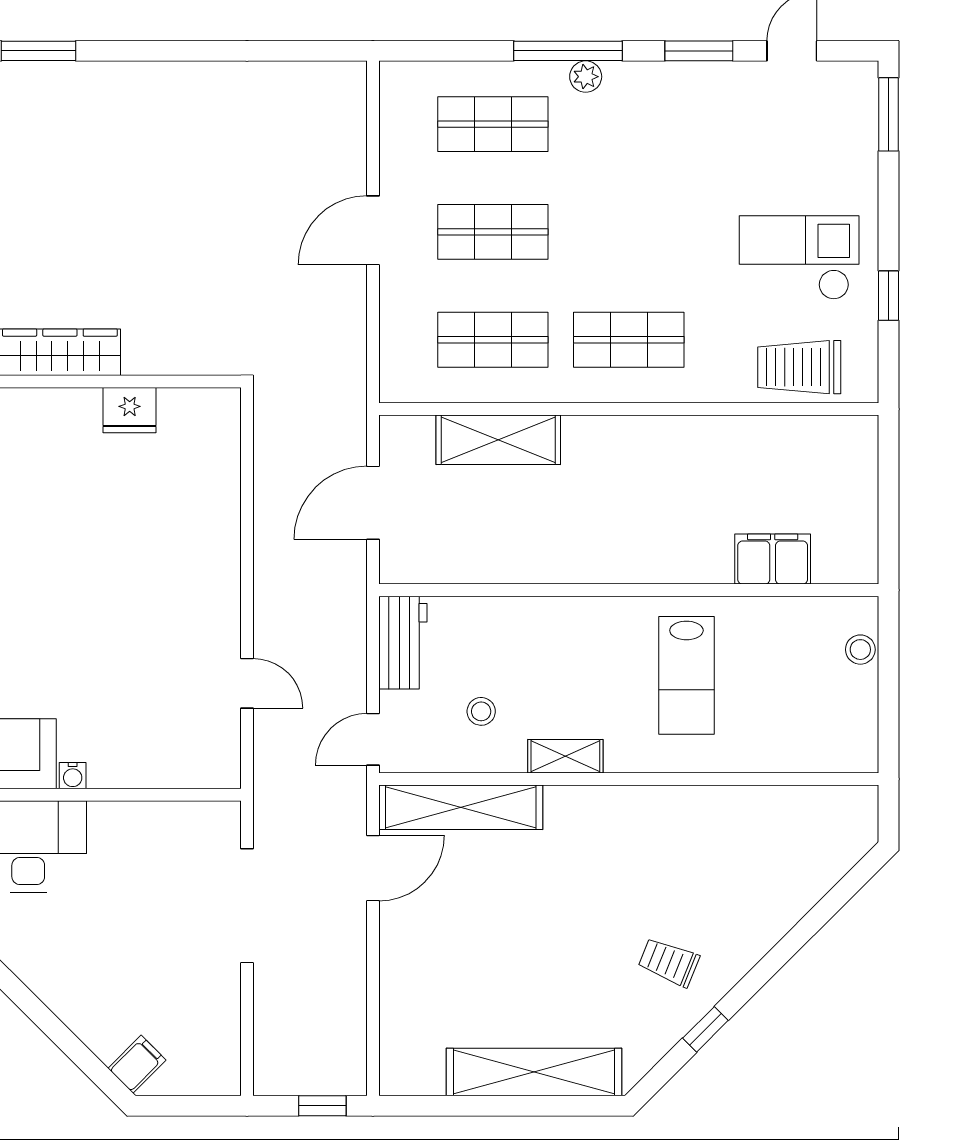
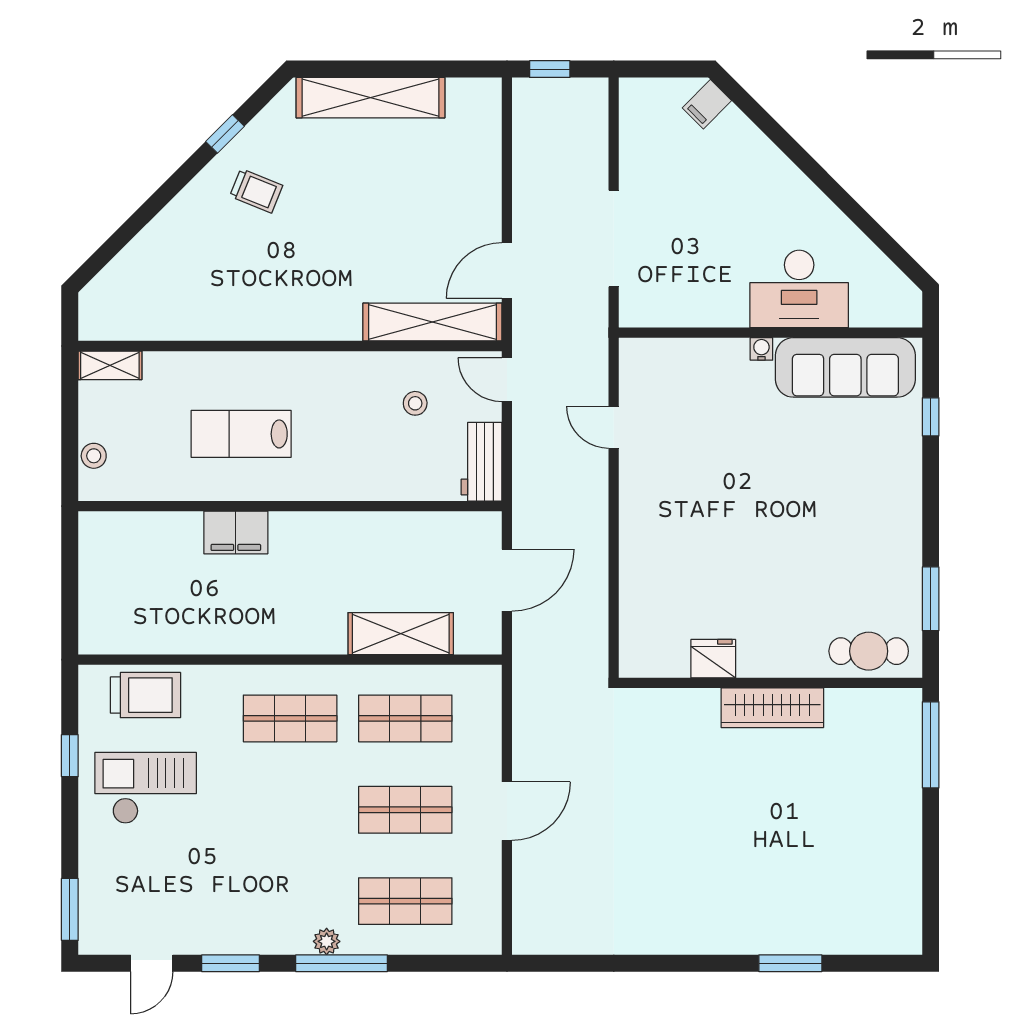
checkout: (799, 258) -> (146, 788), turned 180
filing cabinet: (773, 559) -> (236, 532), moved
lab bench: (686, 675) -> (241, 434), turned -90
door: (373, 739) -> (507, 380), swing flipped
shelving: (565, 756) -> (110, 365), moved

